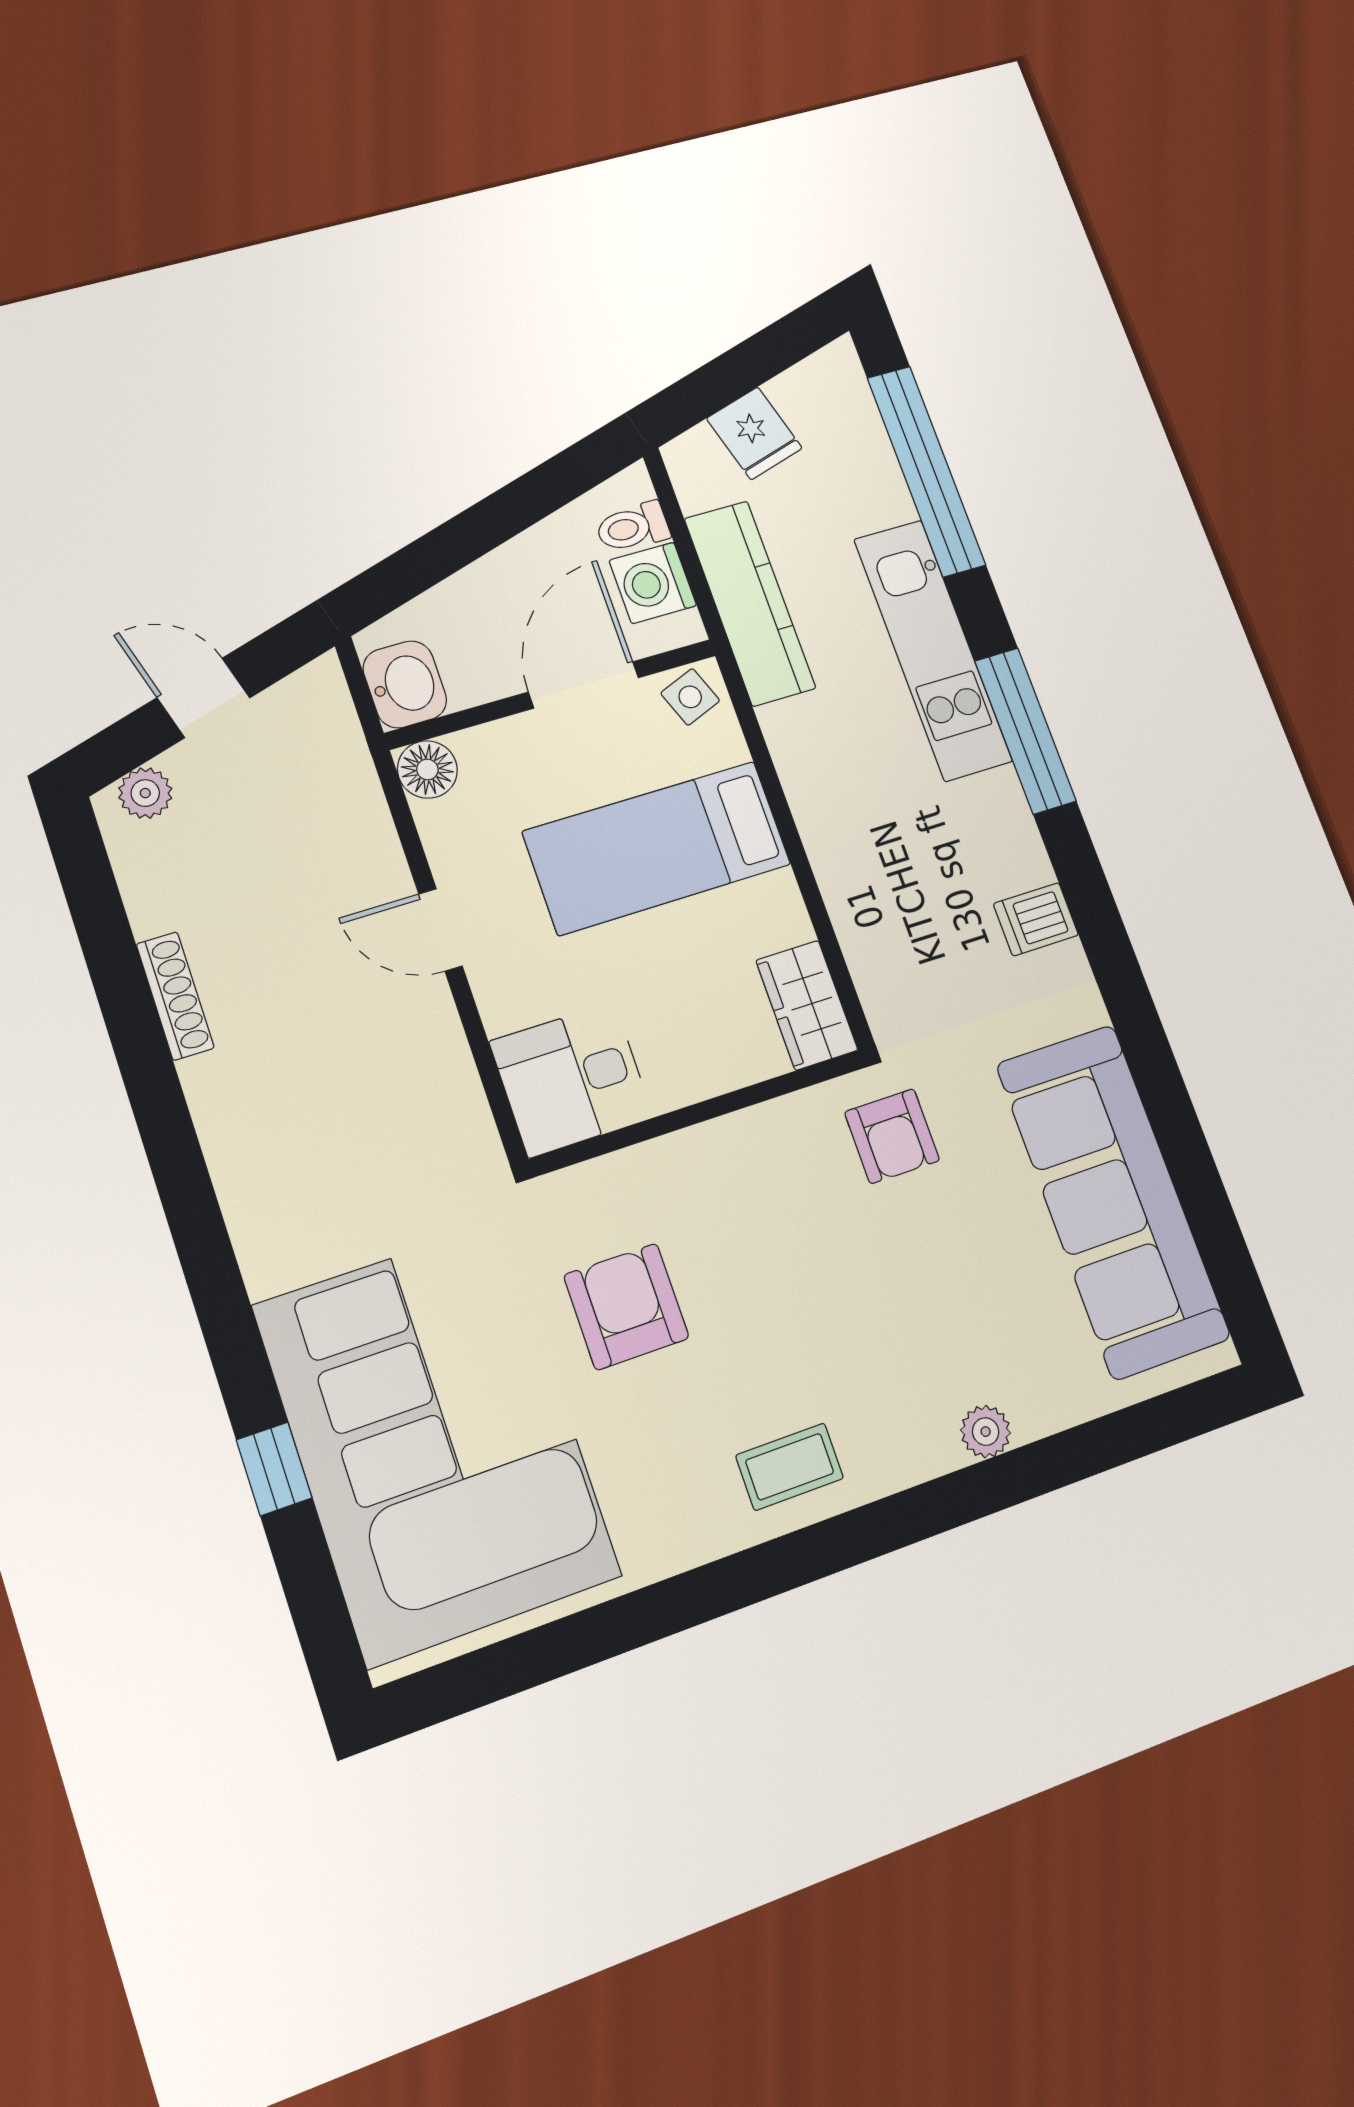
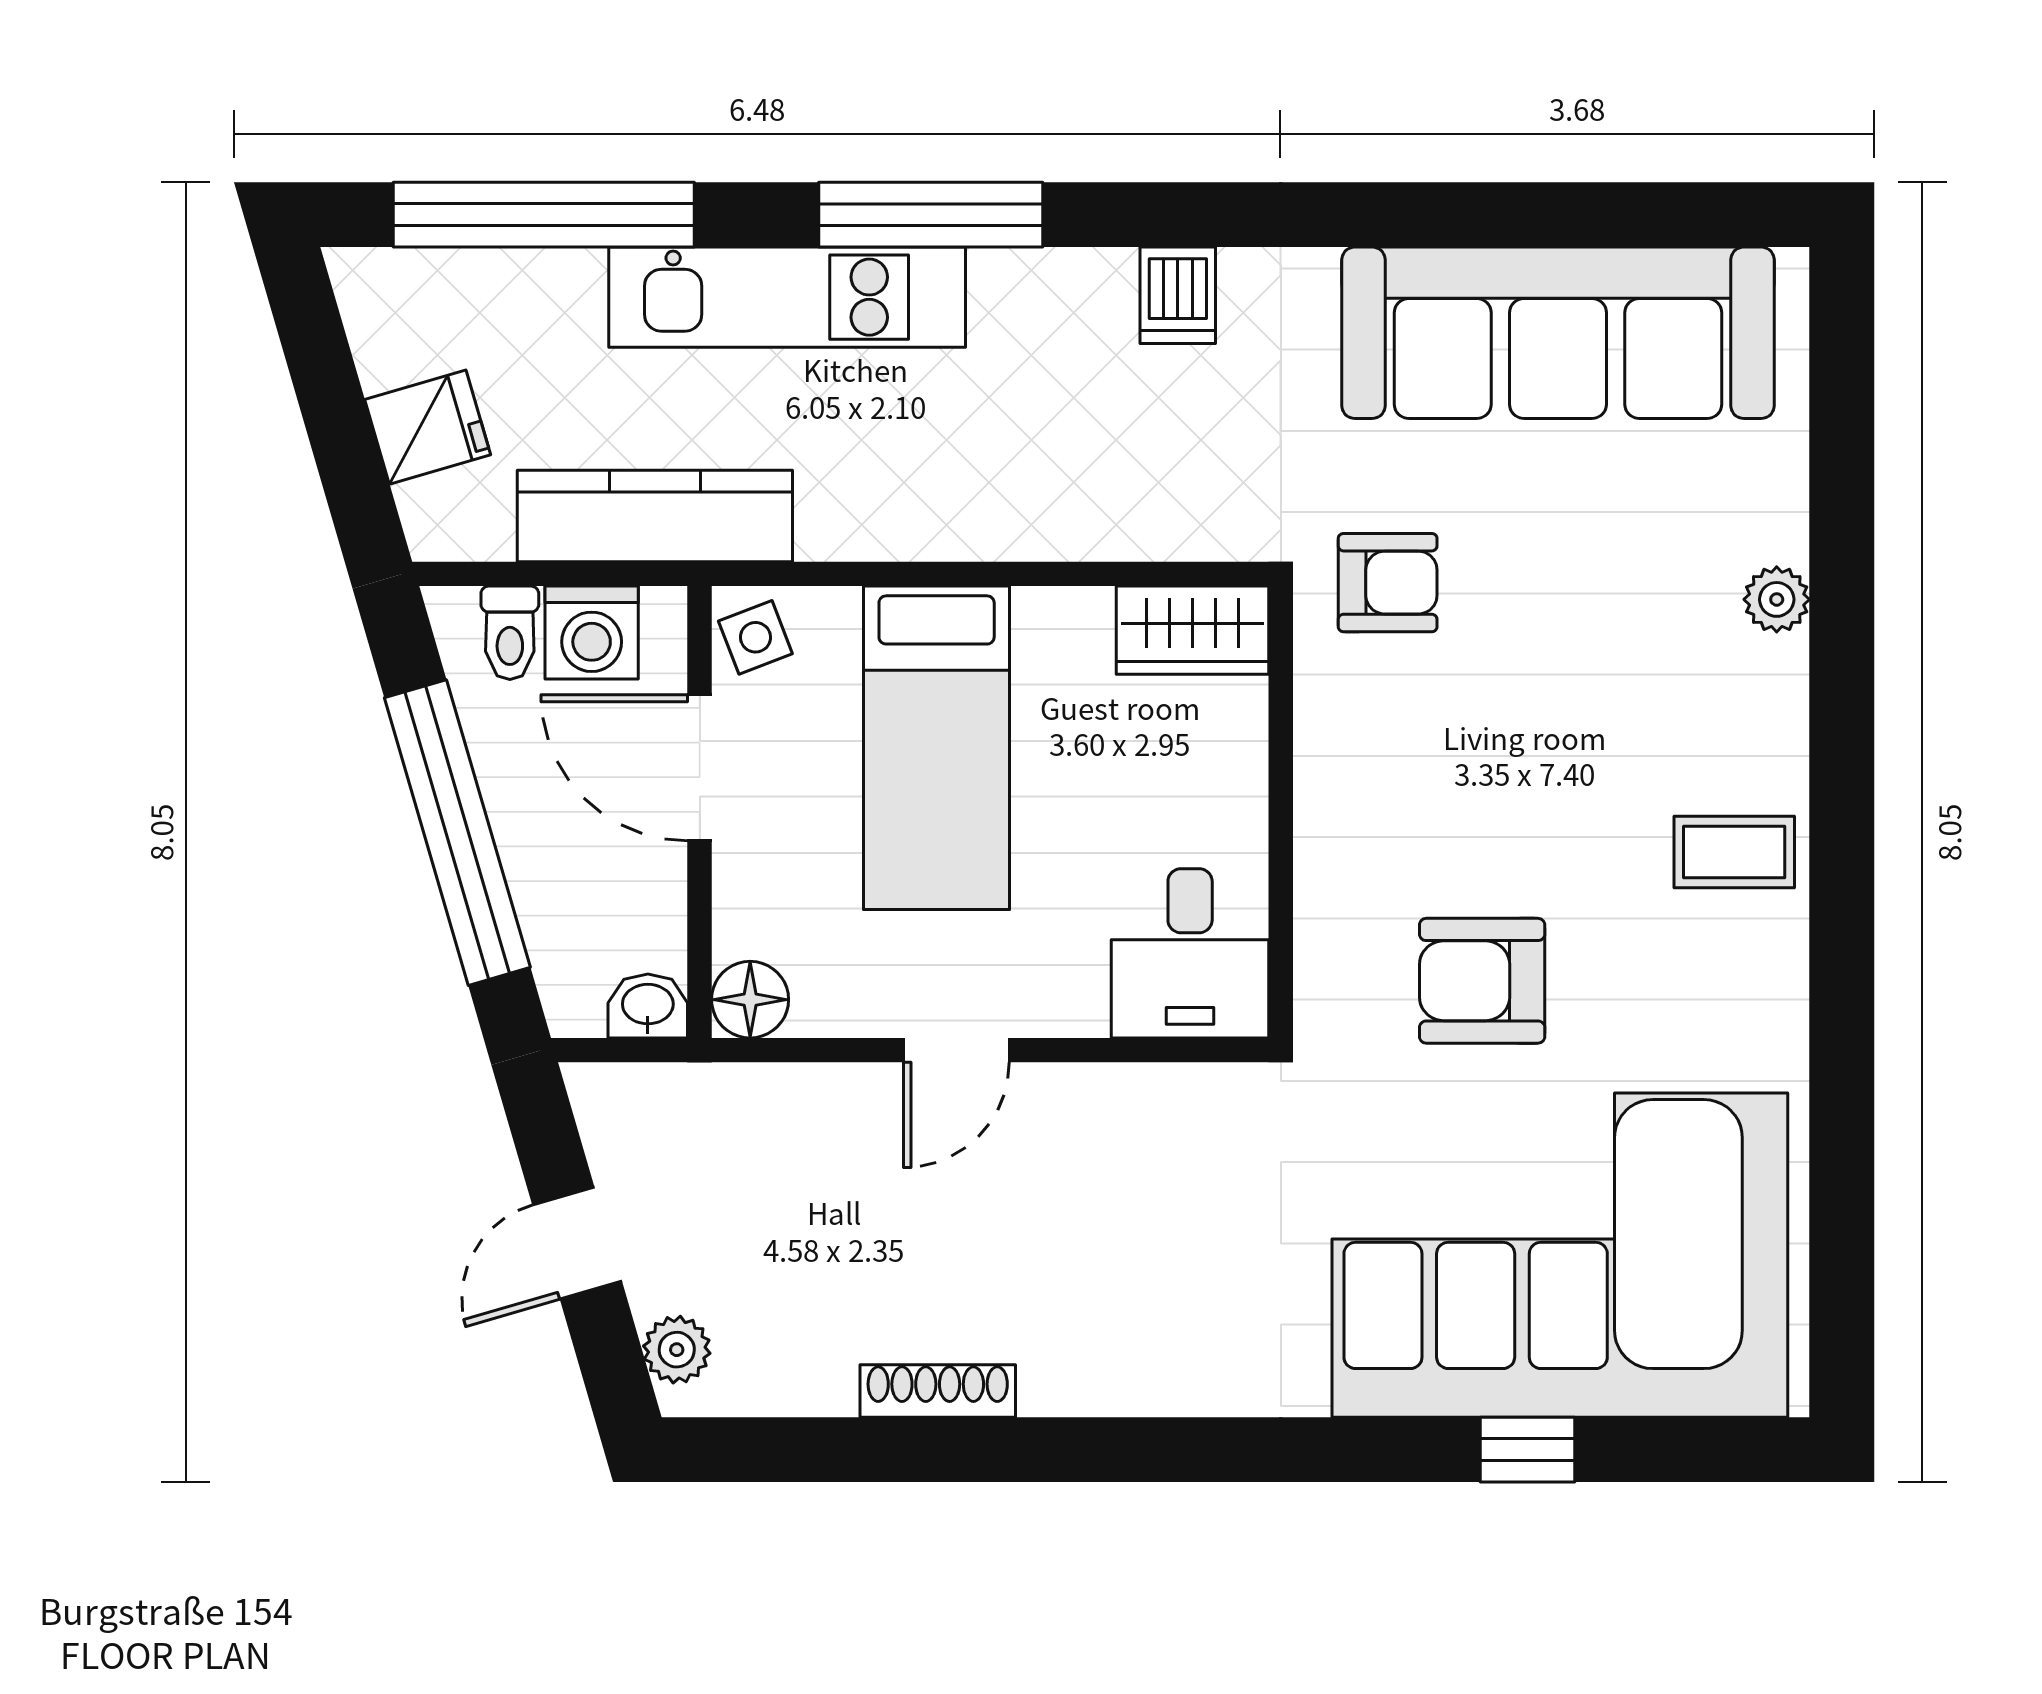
window: (478, 530) -> (457, 833), added
washbasin: (405, 684) -> (648, 1006), width x0.72, depth x0.69
coffee table: (790, 1467) -> (1734, 852), turned 90

